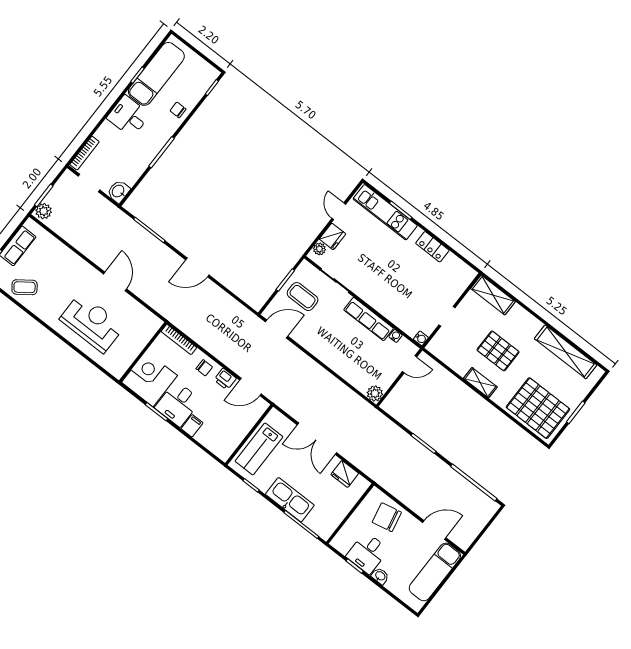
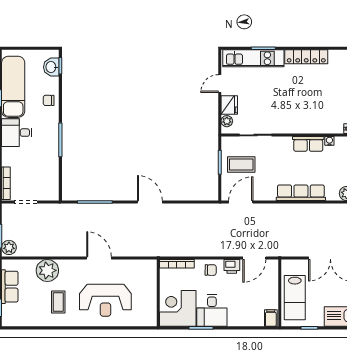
washbasin: (118, 191) -> (51, 67), moved
door: (339, 211) -> (220, 84), hinge flipped
locker: (432, 247) -> (306, 57), width x1.53
plant: (61, 257) -> (47, 270), added
door: (197, 267) -> (150, 202), swing flipped
coffee table: (25, 287) -> (58, 302), moved, turned -54
row of seats: (369, 319) -> (308, 144), width x0.68
reception desk: (92, 323) -> (105, 300), turned 180
row of seats: (335, 362) -> (301, 193), added
filing cabinet: (192, 426) -> (271, 318), moved

